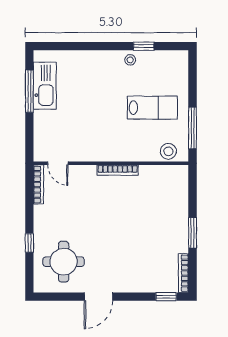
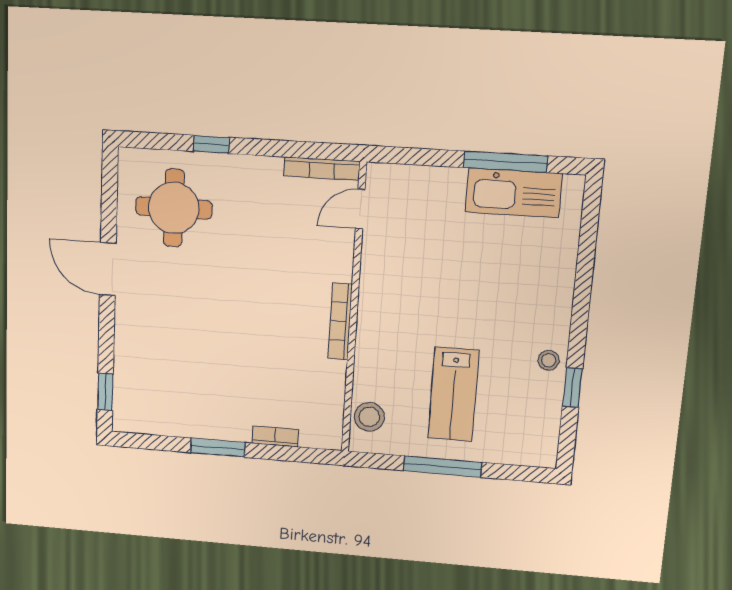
window: (193, 128) -> (442, 467), moved
bookcase: (183, 273) -> (275, 436), moved, width x0.64

